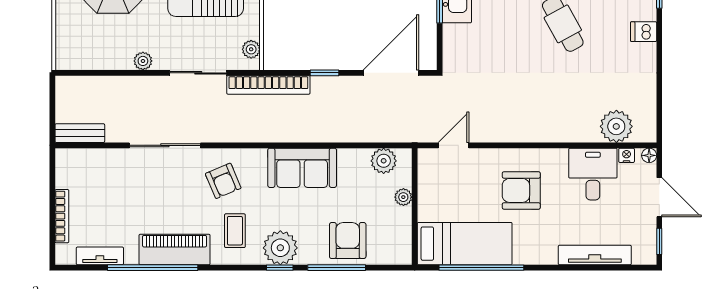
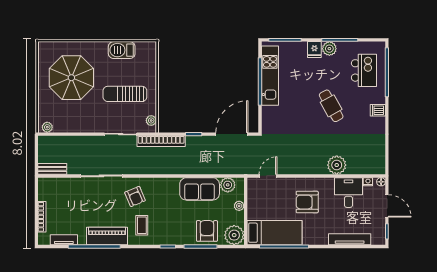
plant: (143, 61) -> (47, 127), moved
plant: (616, 126) -> (337, 165), moved
sofa: (302, 168) -> (200, 189), moved
plant: (280, 248) -> (234, 235), moved

